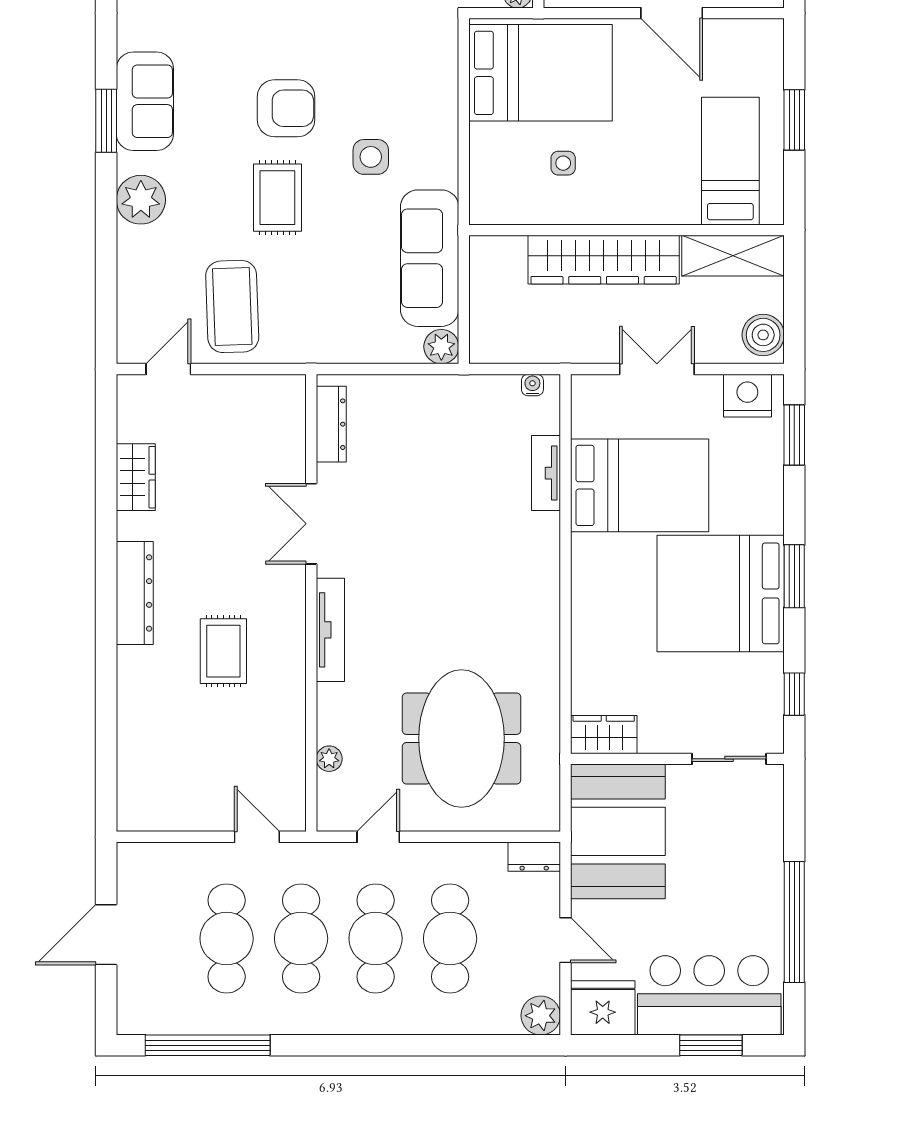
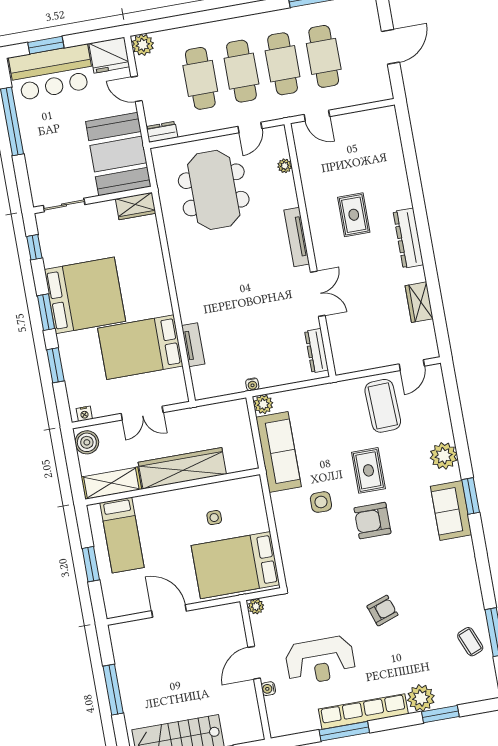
water cooler: (532, 385) -> (252, 384), moved
nightstand: (747, 396) -> (84, 414), width x0.53, depth x0.56
window: (794, 435) -> (55, 365), moved

